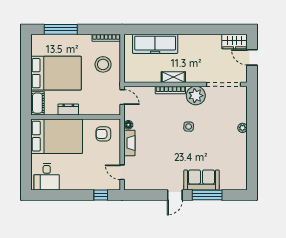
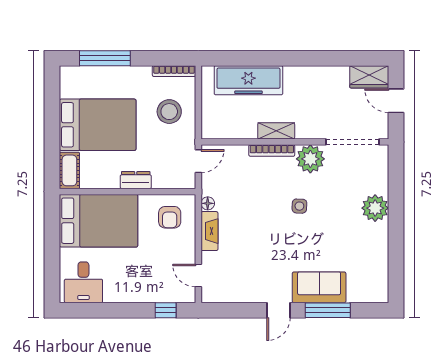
door: (122, 97) -> (198, 161), hinge flipped
dresser: (68, 110) -> (136, 180), moved
plant: (243, 128) -> (375, 208), width x1.88, depth x1.88
armchair: (103, 134) -> (170, 217), turned -90

